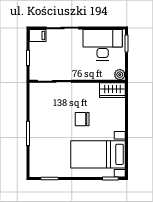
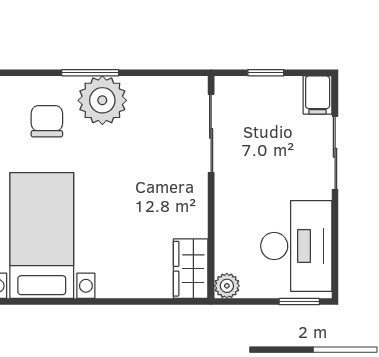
chair: (82, 119) -> (47, 121), moved
plant: (40, 128) -> (102, 100), added

